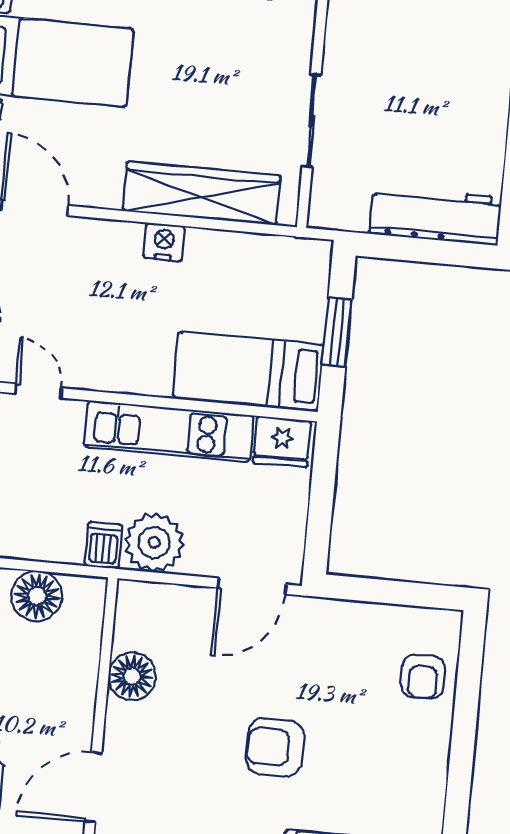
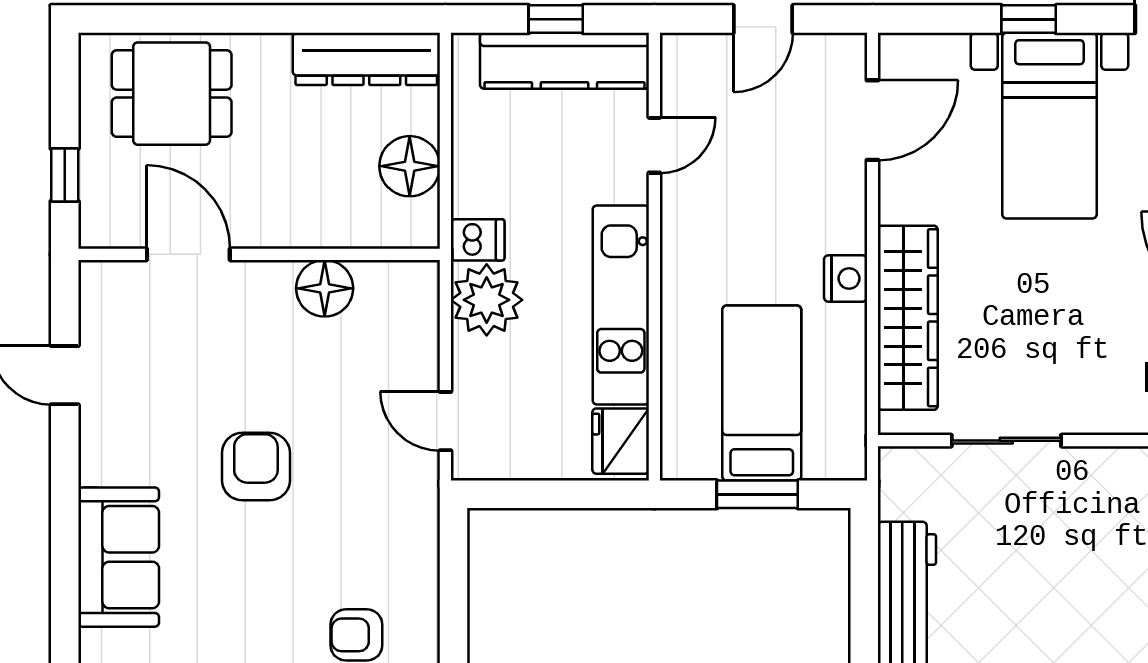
bed: (248, 371) -> (762, 393), moved
door: (252, 586) -> (445, 421), width x0.73

